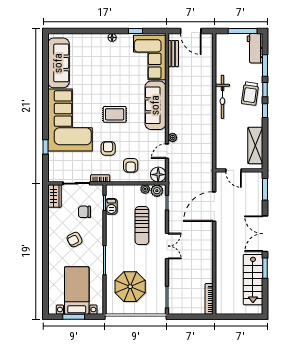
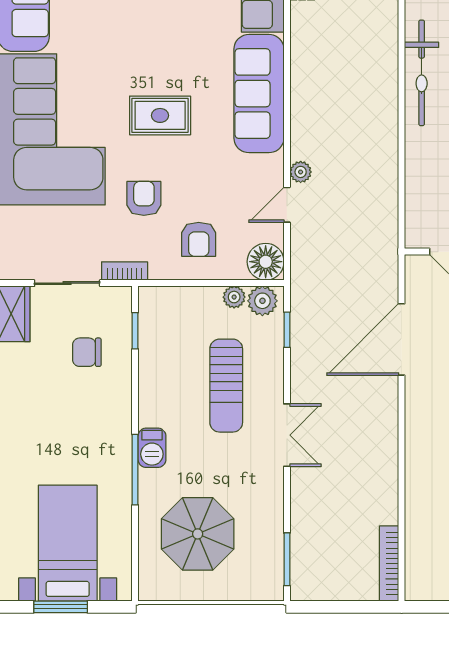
barbecue: (111, 206) -> (152, 448), moved
armchair: (75, 240) -> (63, 420), removed

